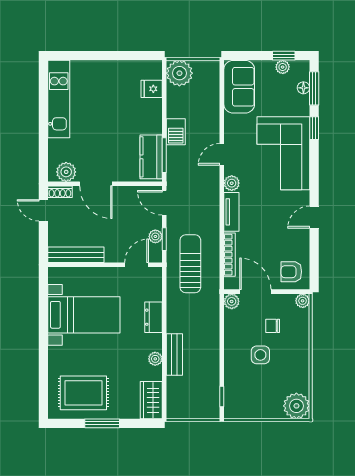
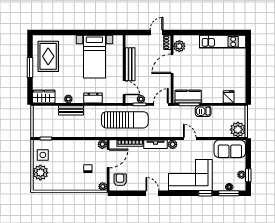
plant: (179, 73) -> (238, 130), moved
bench: (76, 255) -> (130, 64), moved
sun lounger: (190, 264) -> (125, 120), width x1.36, depth x1.34
side table: (260, 355) -> (43, 155), moved
plant: (296, 406) -> (40, 173), moved

